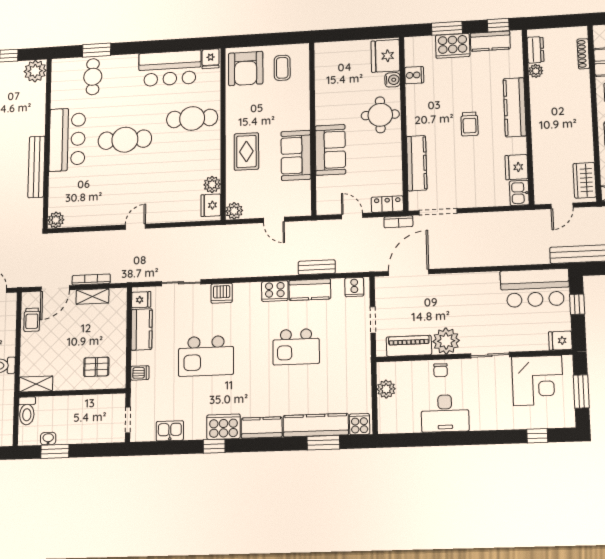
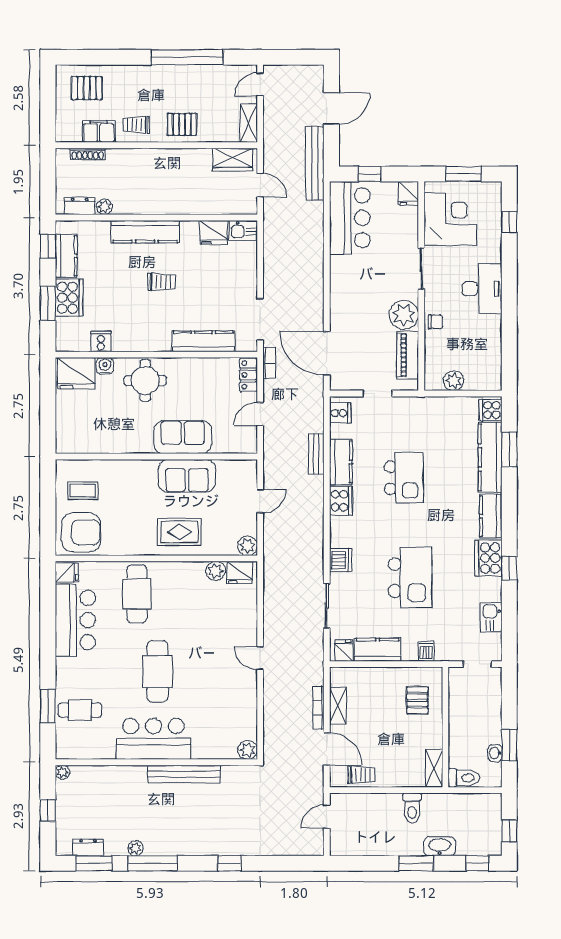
plant: (35, 71) -> (62, 772), width x0.53, depth x0.53
desk: (445, 413) -> (482, 289), moved

